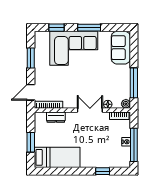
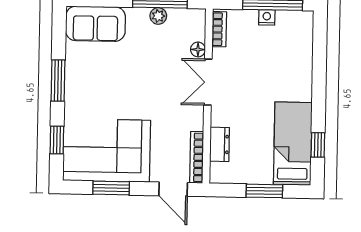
corner sofa: (74, 48) -> (107, 150), moved, turned -90
plant: (126, 104) -> (158, 16), moved
window: (103, 171) -> (318, 145), moved

